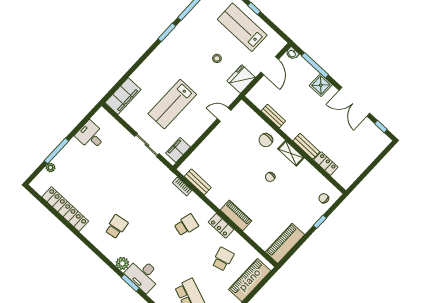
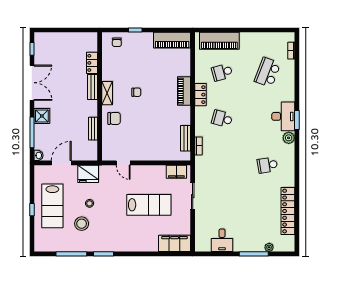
stool: (207, 37) -> (82, 224), added

